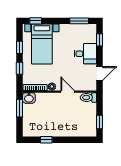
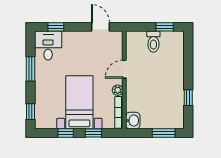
window: (79, 21) -> (30, 69), moved
bed with nightstands: (42, 44) -> (79, 102), moved, turned -90
desk: (85, 54) -> (48, 46), moved
toilet: (88, 97) -> (153, 42), moved
window: (20, 108) -> (164, 133), moved

